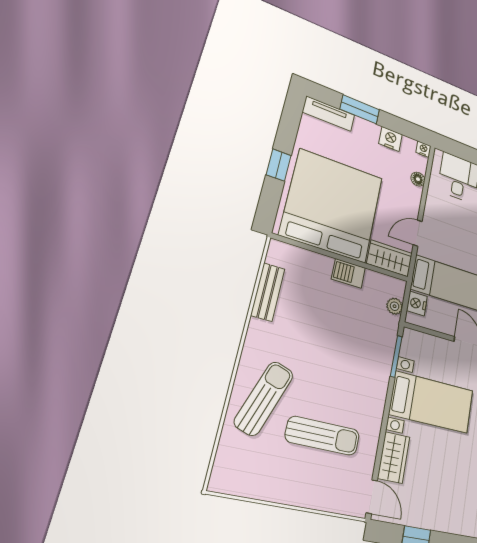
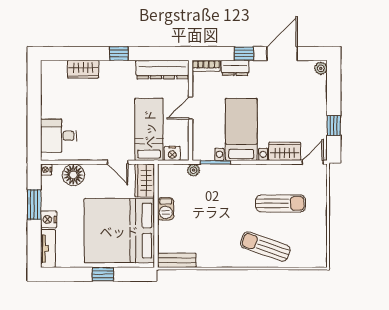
window: (360, 109) -> (34, 205), moved
nightstand: (390, 139) -> (49, 219), moved
floor lamp: (418, 179) -> (73, 175), width x1.89, depth x1.89
bench: (268, 292) -> (177, 260), moved
plant: (395, 306) -> (193, 170), moved
sun lounger: (323, 436) -> (281, 203), turned 90

